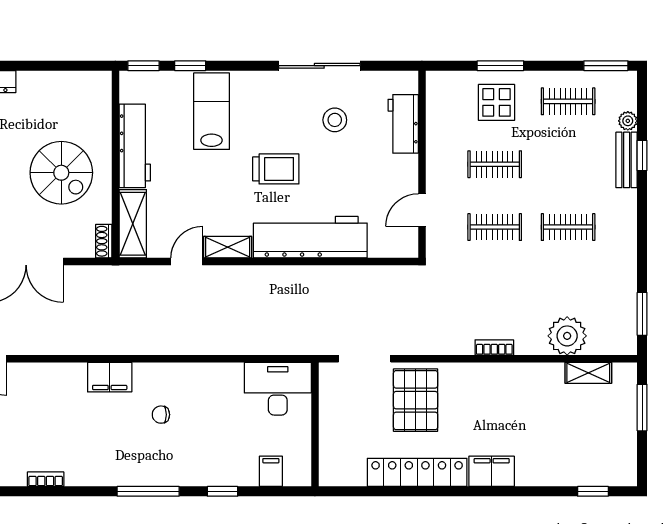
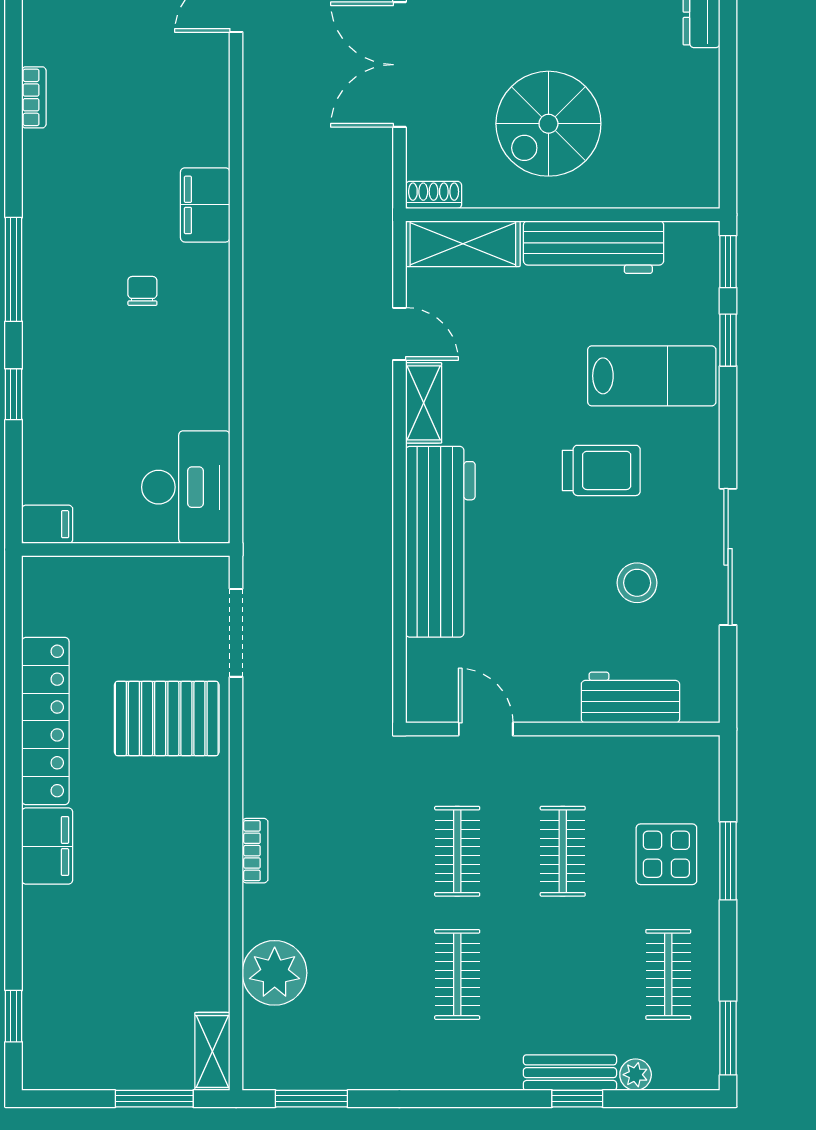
trolley: (276, 169) -> (601, 470), moved, turned -90
shelving: (588, 373) -> (212, 1051), moved
filing cabinet: (271, 471) -> (47, 524), moved

